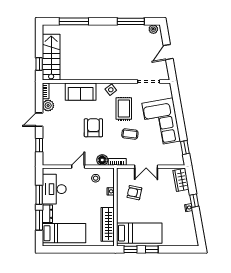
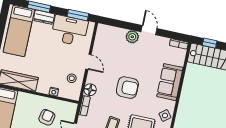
plant: (48, 106) -> (132, 37), moved
window: (39, 145) -> (121, 24), removed
window: (39, 195) -> (78, 15), moved

